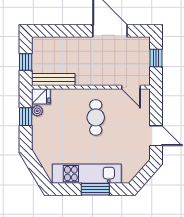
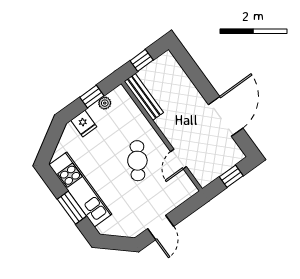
door: (131, 87) -> (179, 159), moved
fridge: (41, 96) -> (84, 123), moved
cafe table: (96, 117) -> (137, 161), turned -56

